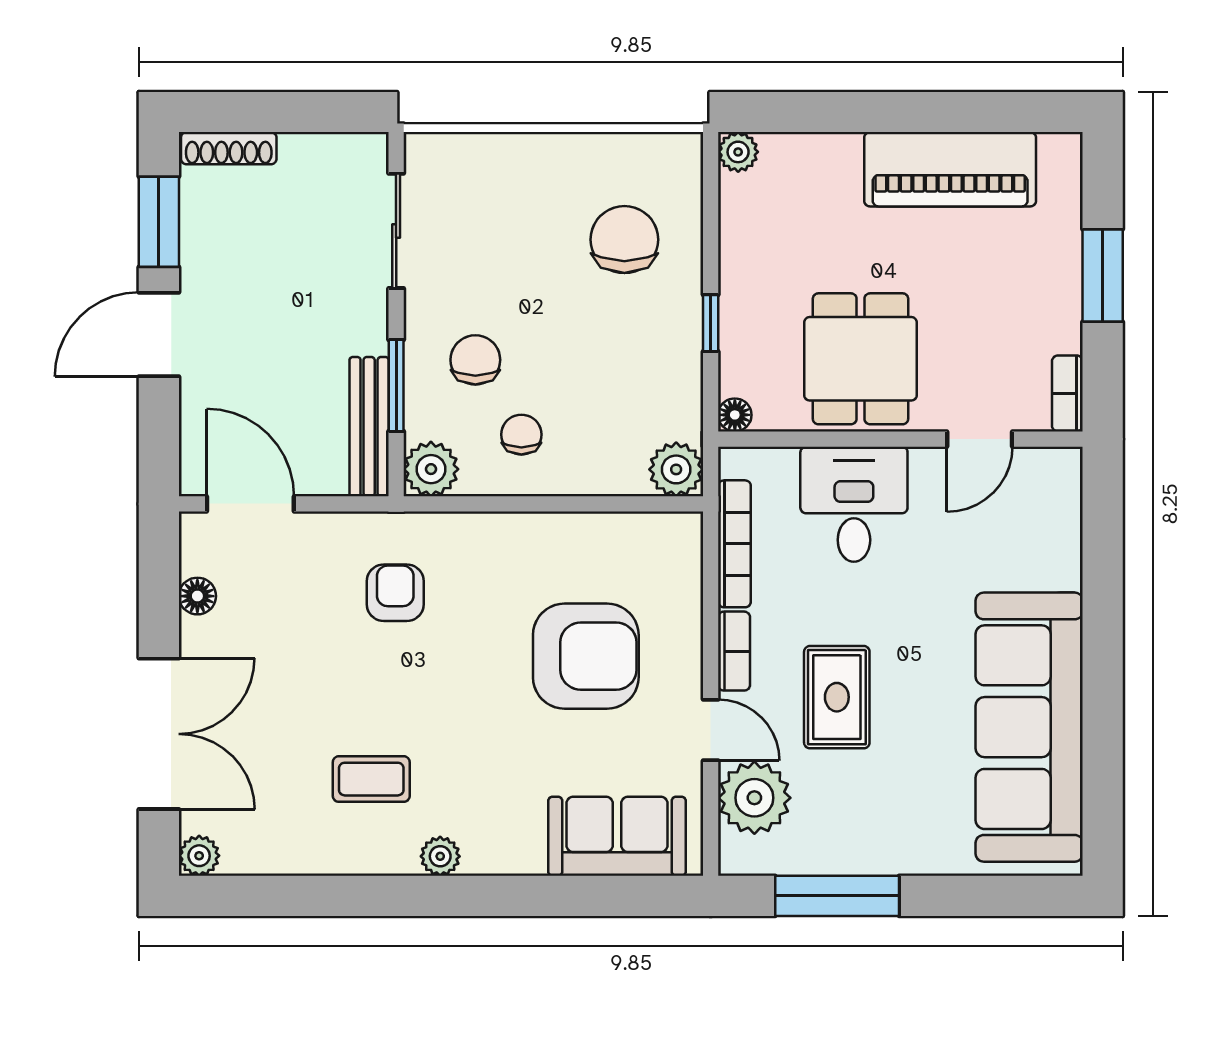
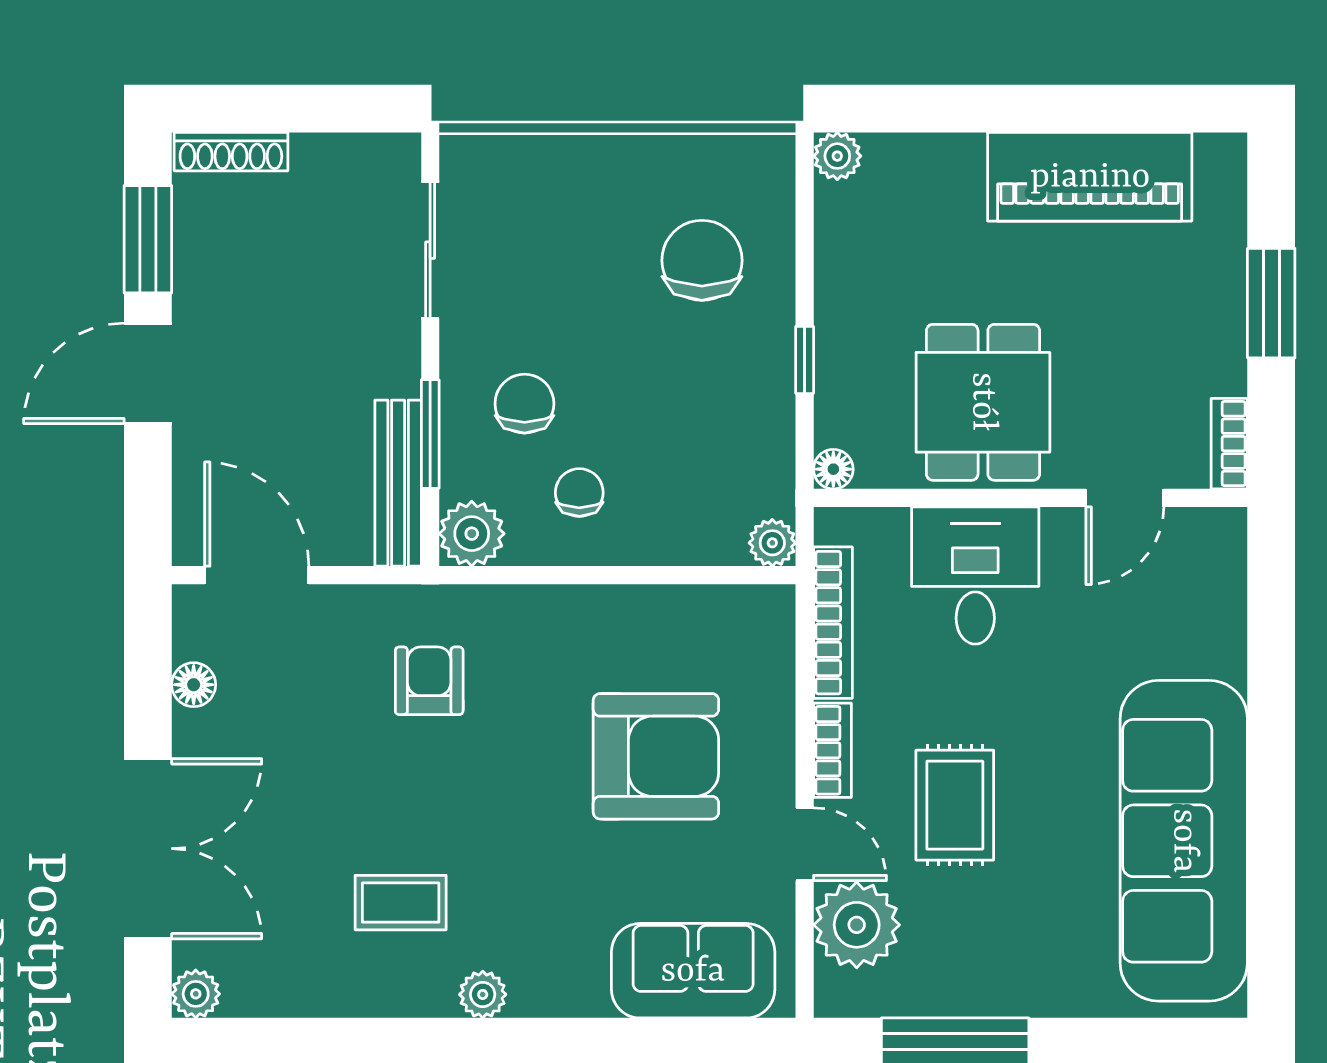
plant: (676, 469) -> (772, 543), width x0.73, depth x0.73

